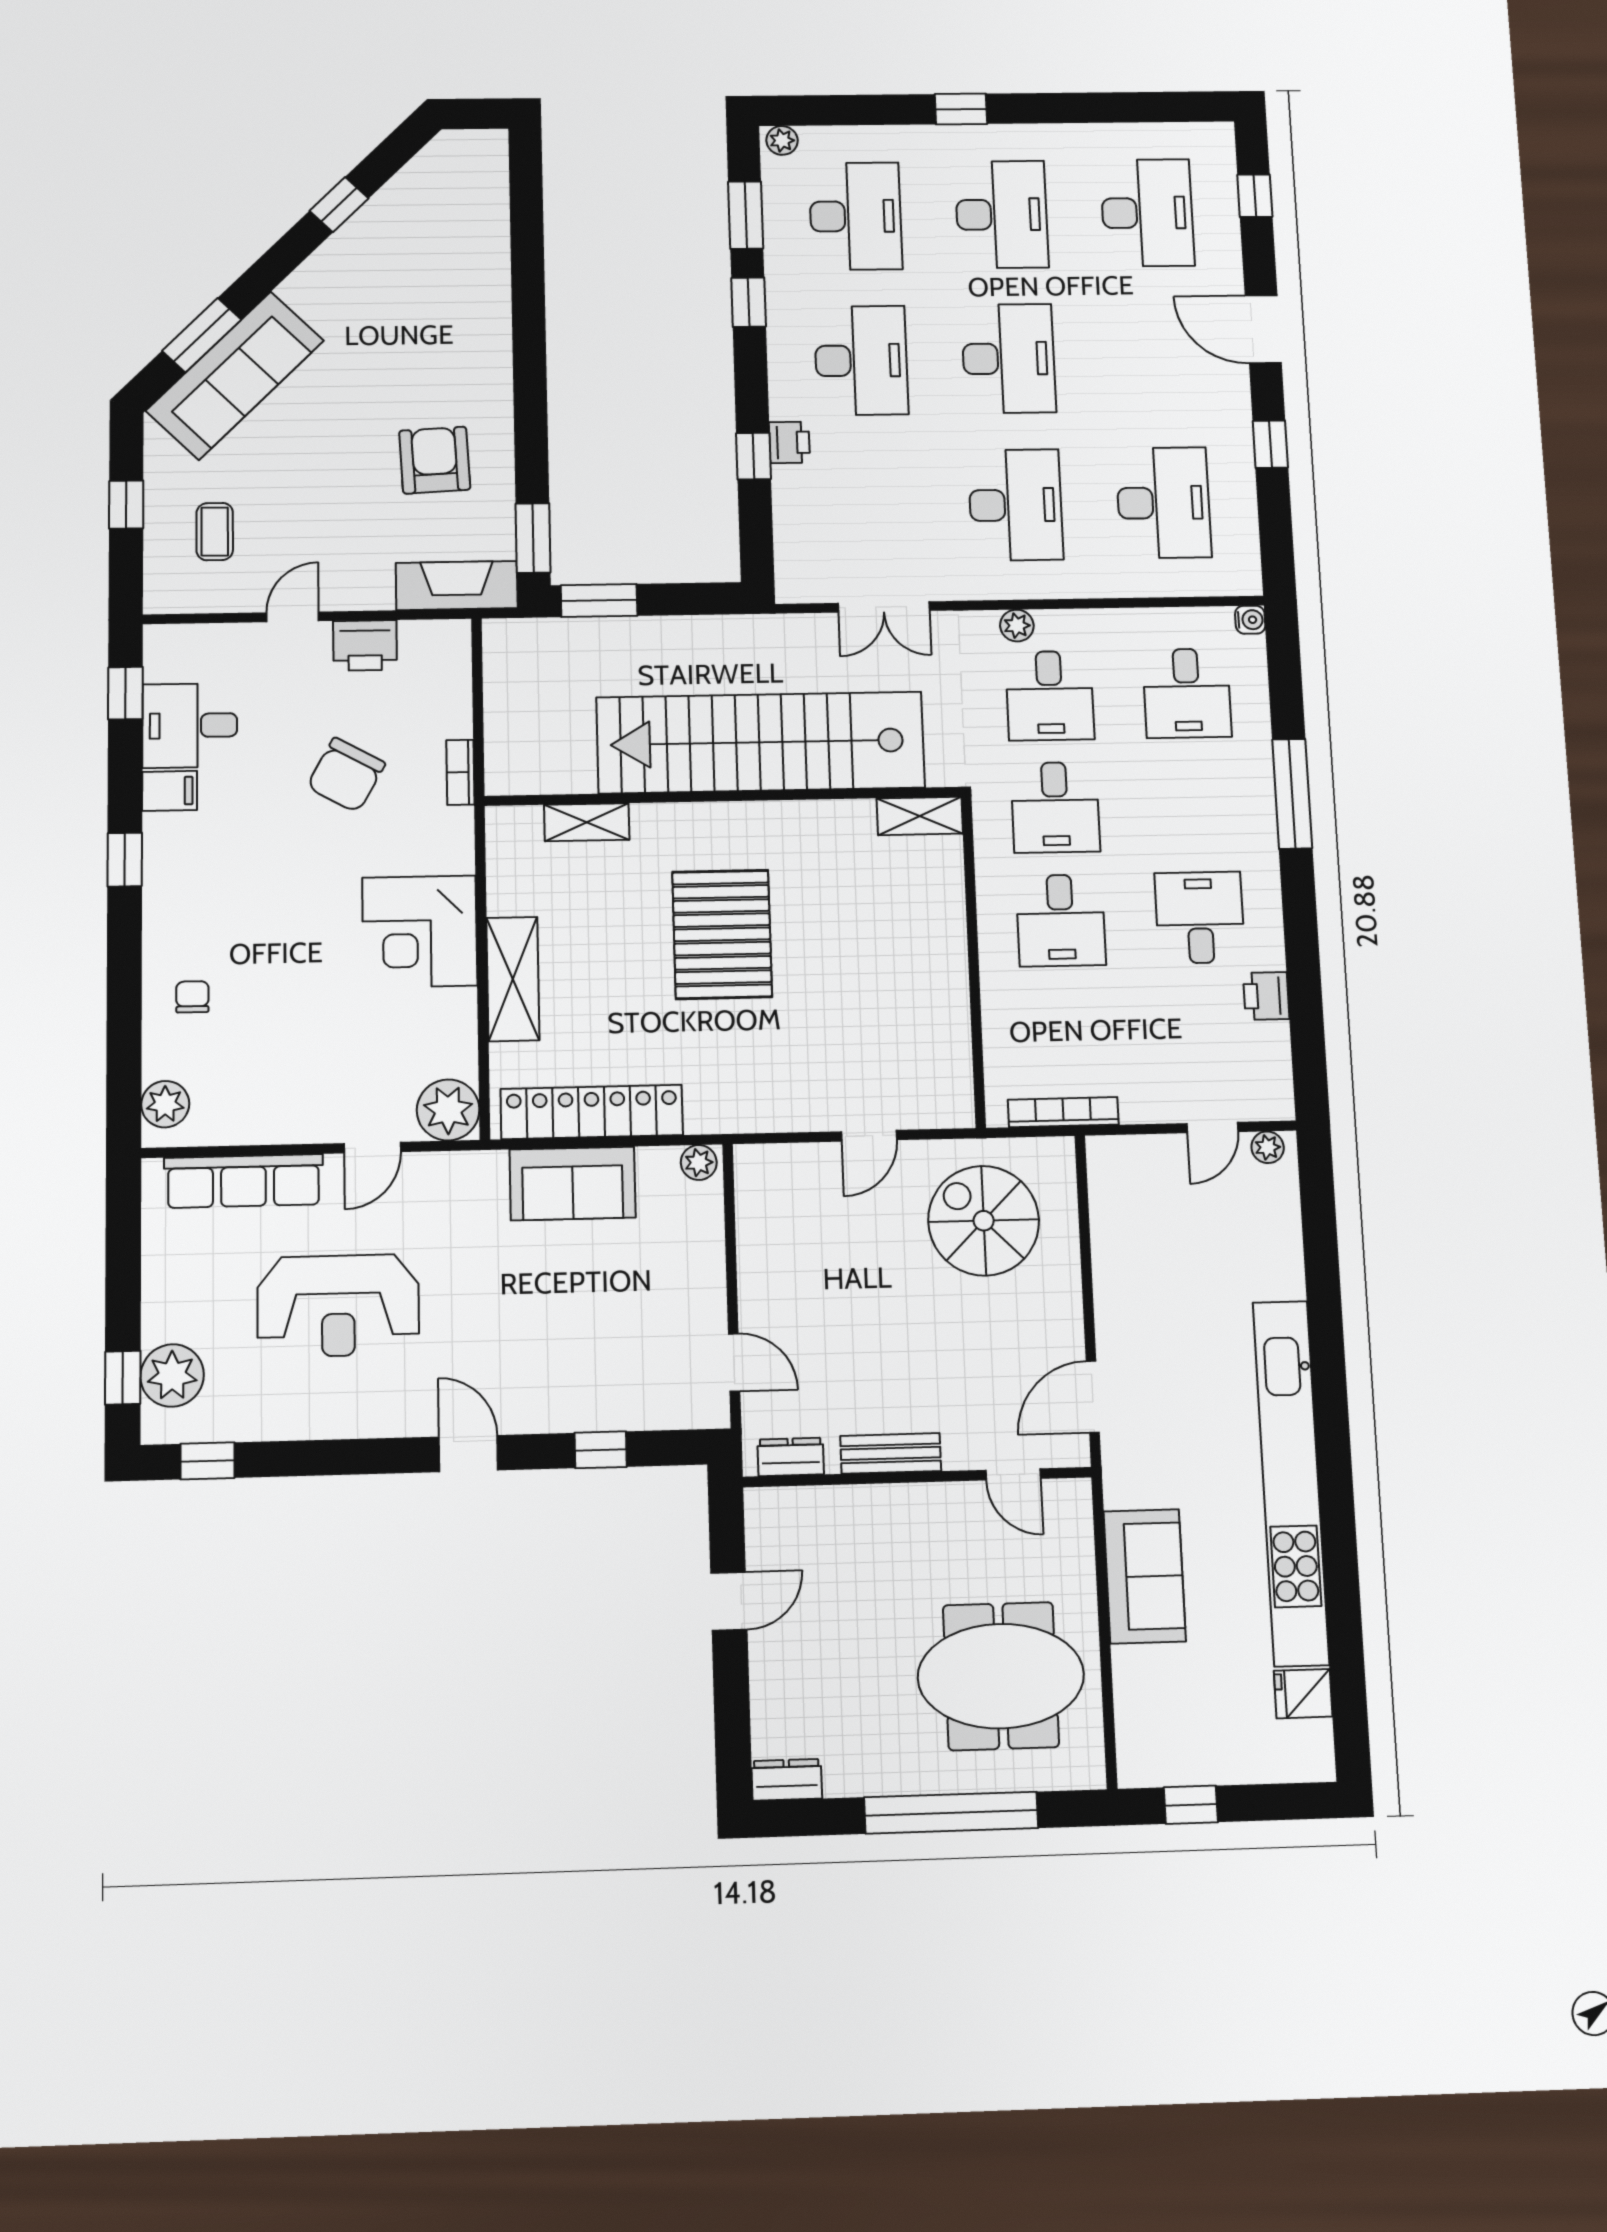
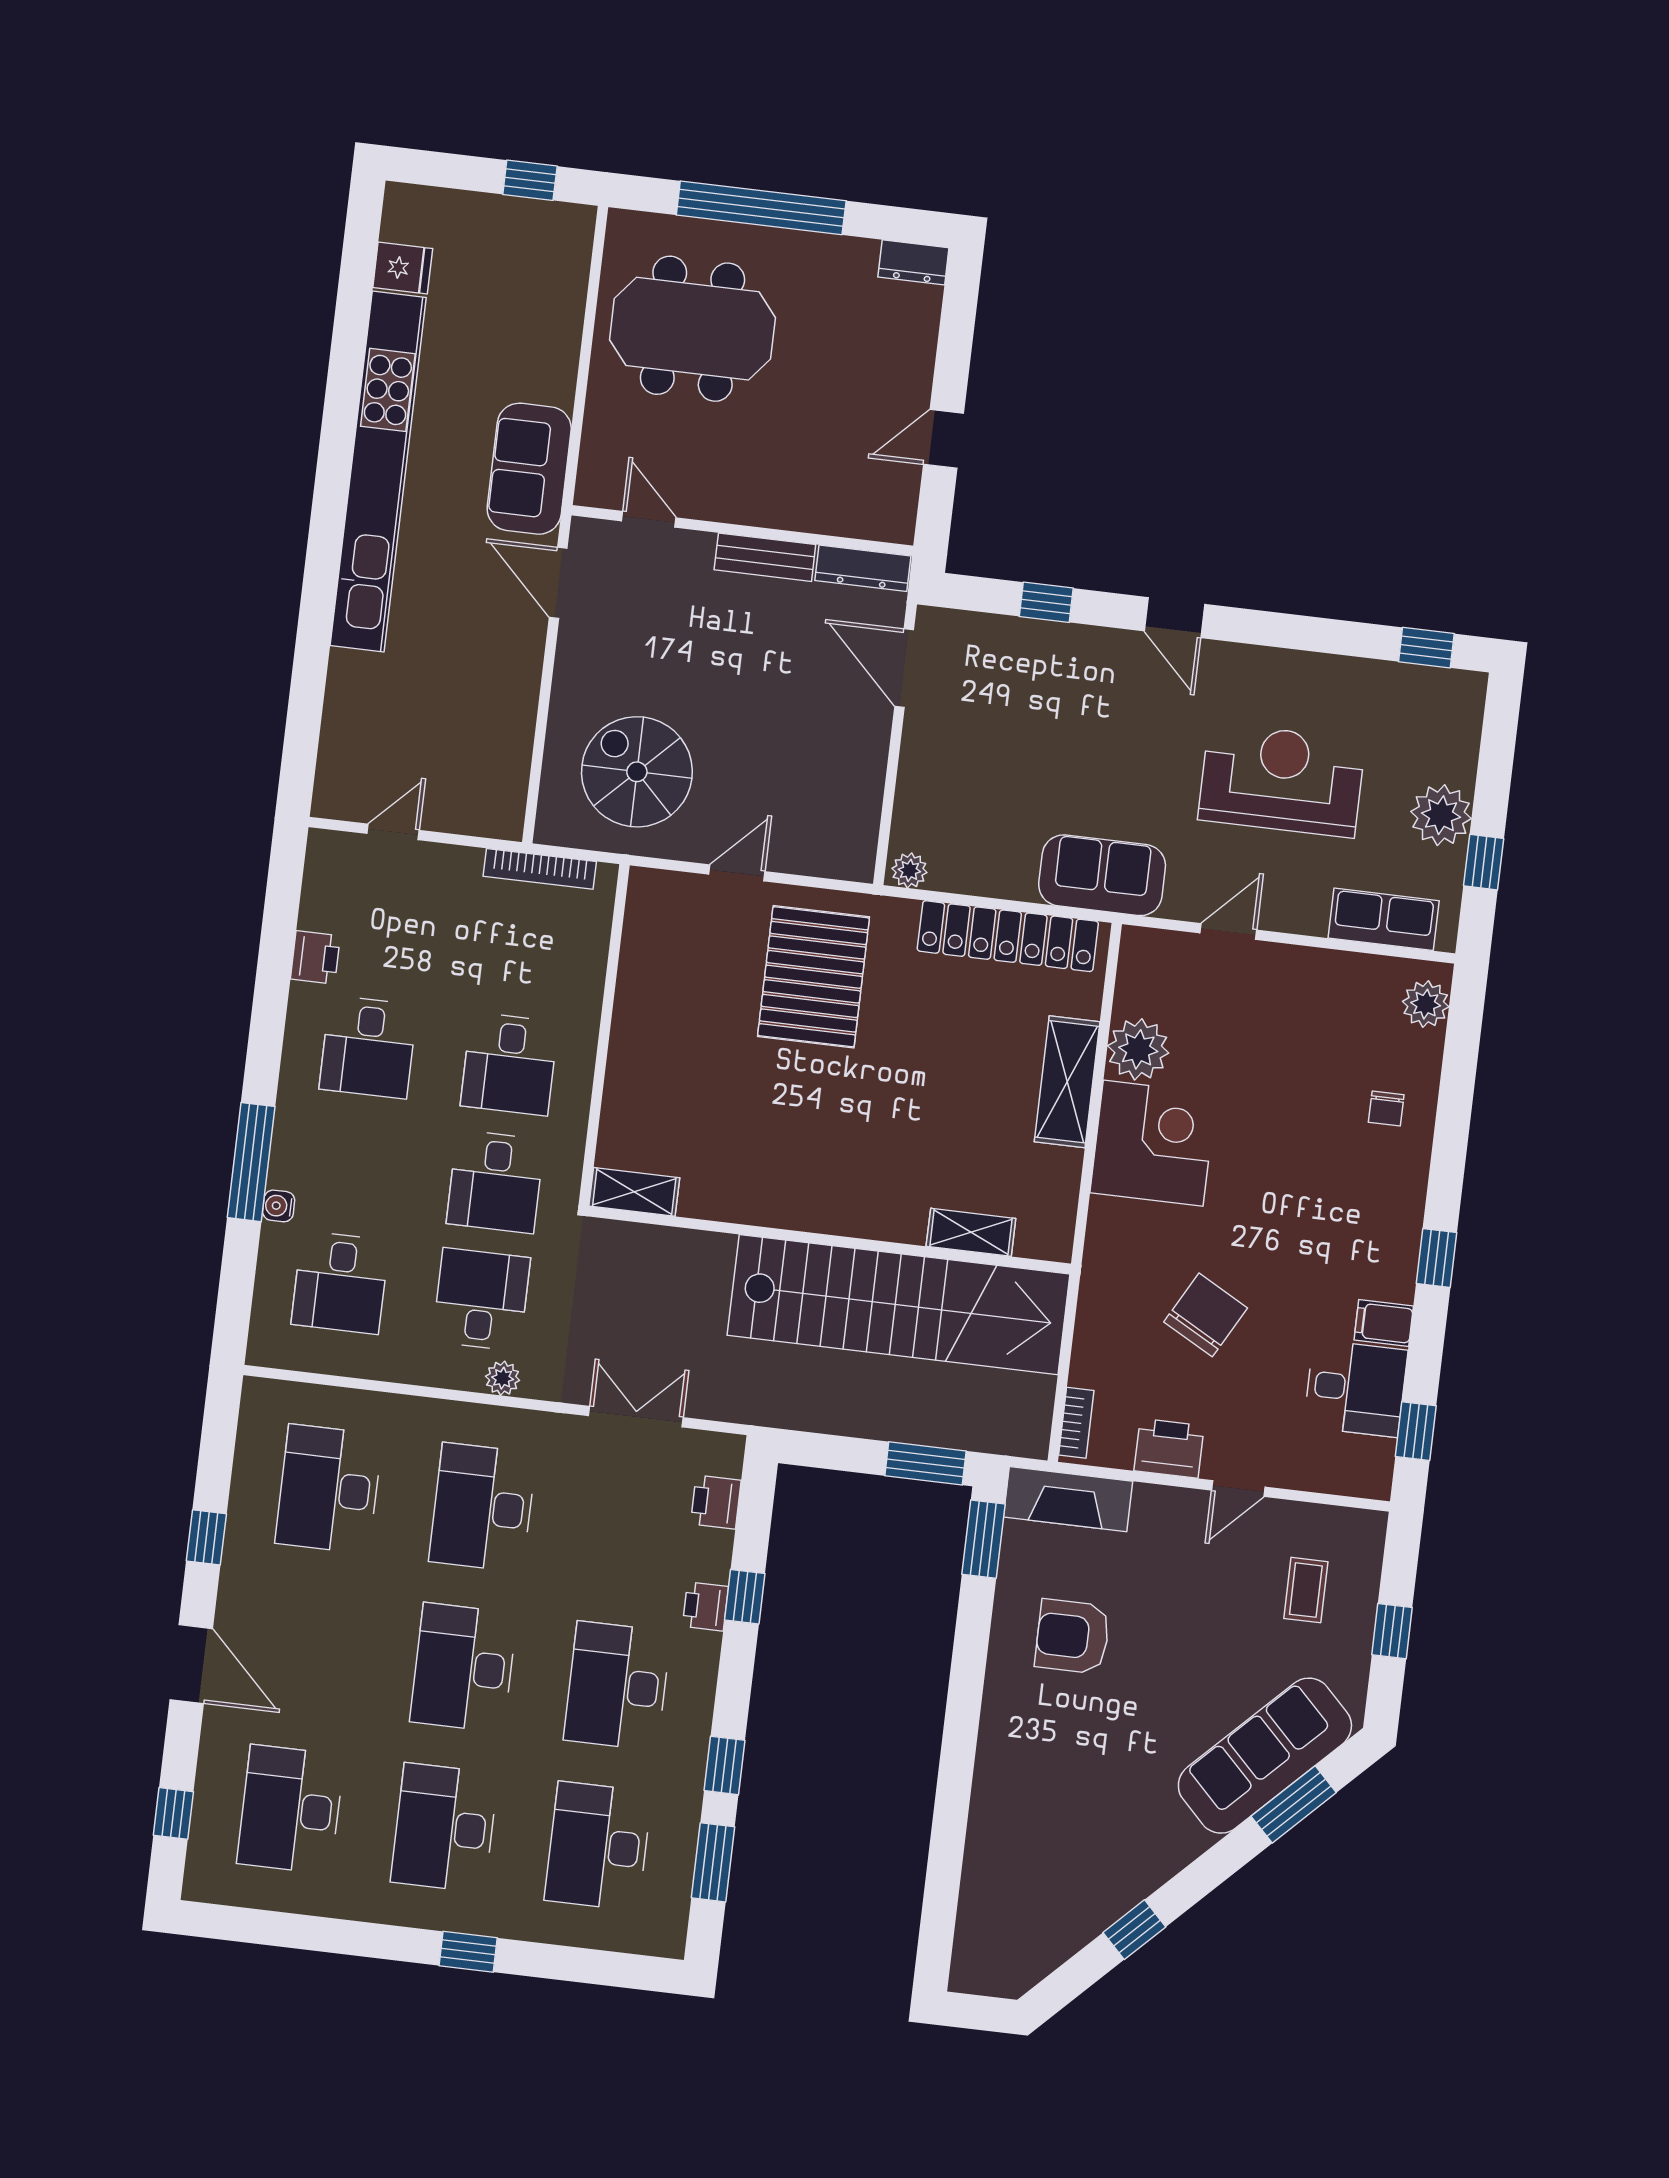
plant: (782, 140) -> (662, 1941), removed
armchair: (435, 460) -> (1072, 1637), turned 93
printer: (795, 539) -> (716, 1502), added
water cooler: (1250, 620) -> (279, 1206), moved
desk: (1187, 693) -> (340, 1283), turned 180
stairs: (761, 742) -> (899, 1305), moved
bookcase: (460, 772) -> (1076, 1423), moved
desk: (1055, 807) -> (495, 1182), turned 180
desk: (1061, 920) -> (509, 1064), turned 180
pallet: (722, 934) -> (814, 977), moved
plant: (448, 1110) -> (1138, 1049), moved
plant: (1268, 1147) -> (342, 804), removed
row of seats: (243, 1181) -> (1384, 919), width x0.68
sofa: (573, 1184) -> (1102, 875), moved
spiral stairs: (984, 1221) -> (637, 772), turned 180
door: (734, 1362) -> (904, 668), width x1.38
plant: (172, 1376) -> (1441, 815), moved
window: (123, 1378) -> (1484, 862), moved
door: (1093, 1397) -> (558, 583), swing flipped
dresser: (791, 1457) -> (863, 568), width x1.44
sofa: (1145, 1576) -> (529, 469), moved

